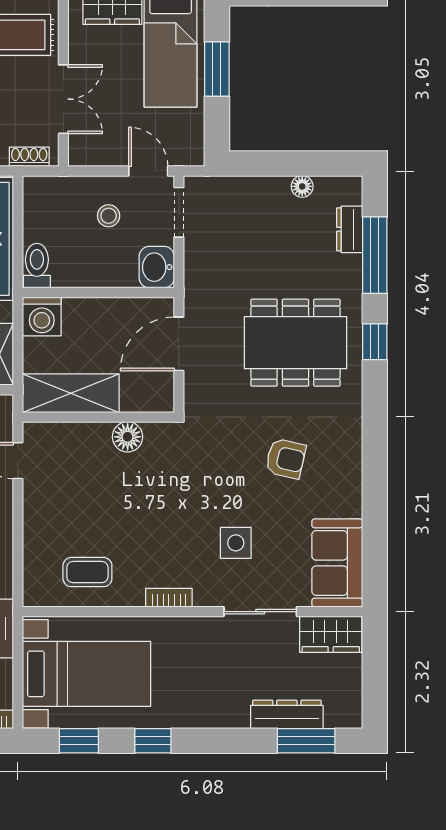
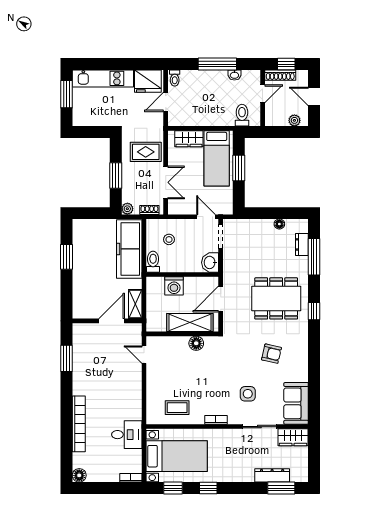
stool: (109, 216) -> (169, 239), moved
washing machine: (42, 316) -> (174, 286), moved
window: (375, 342) -> (314, 311), moved
shelving: (71, 393) -> (190, 323), moved

